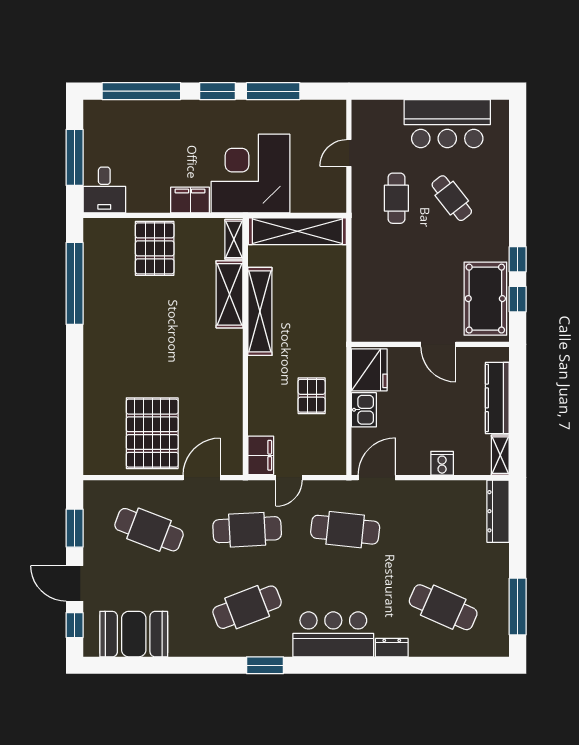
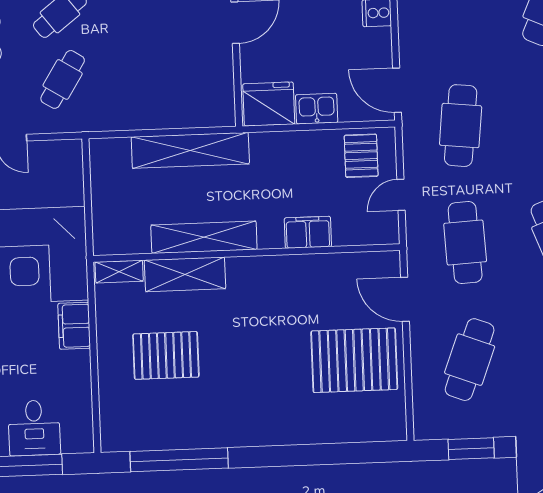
desk: (104, 190) -> (34, 428), moved, turned 90
cafe table: (396, 198) -> (63, 79), turned -58
shelving: (297, 231) -> (190, 150), moved, turned 90
pallet: (155, 248) -> (166, 355), moved
pallet: (312, 396) -> (361, 156), moved, turned 90
filing cabinet: (261, 455) -> (308, 232), moved
door: (289, 478) -> (401, 195), swing flipped

